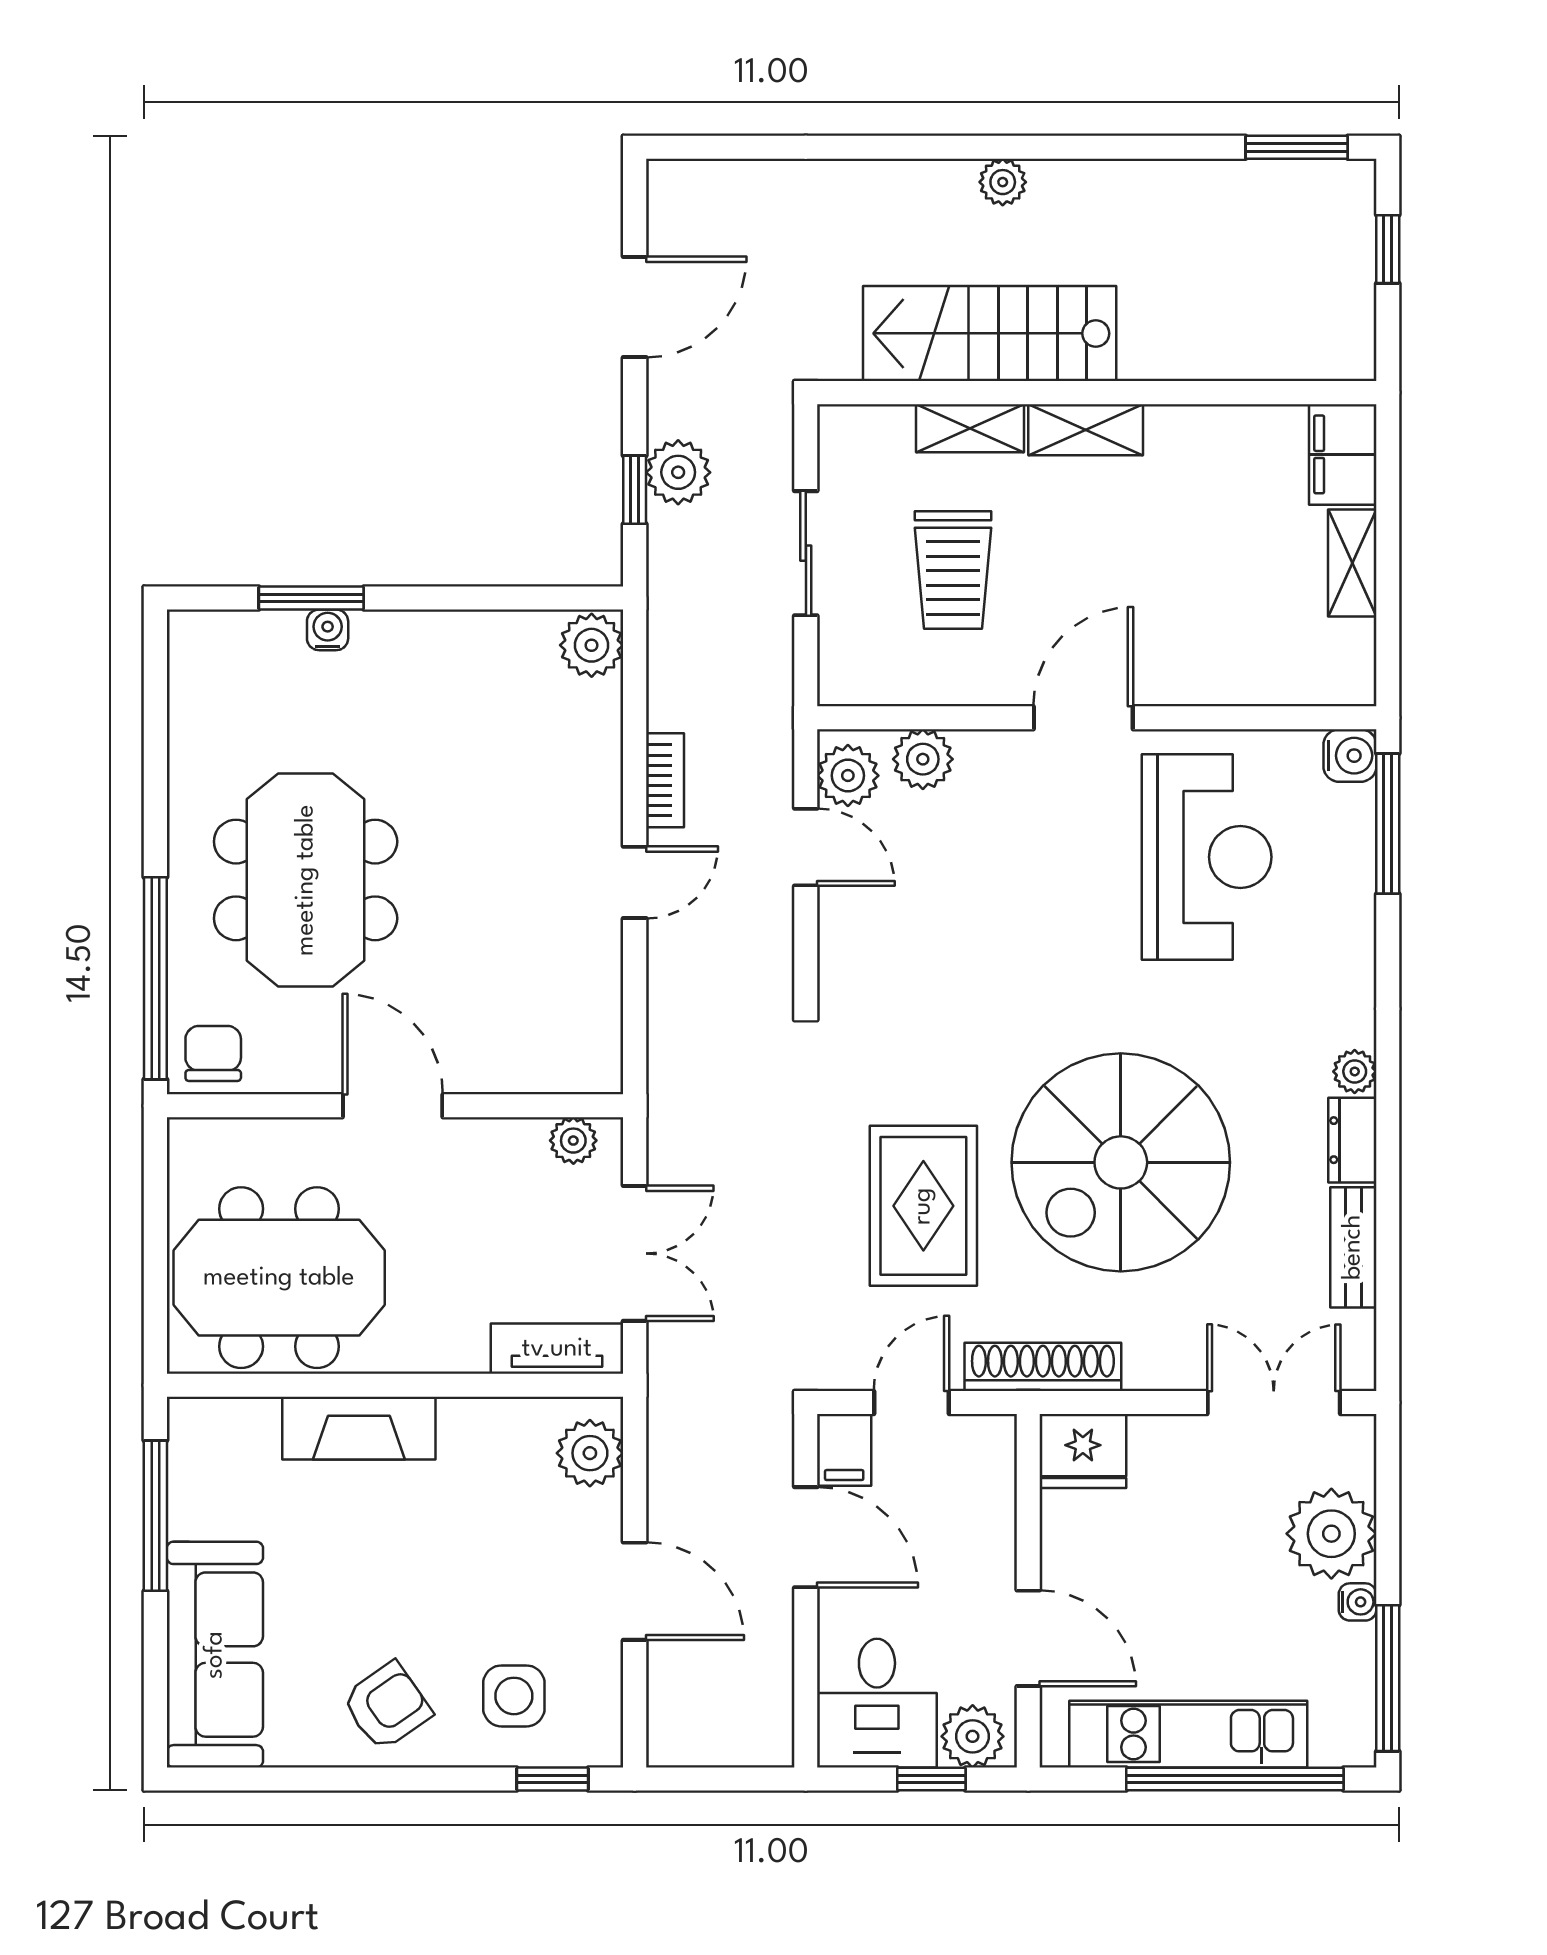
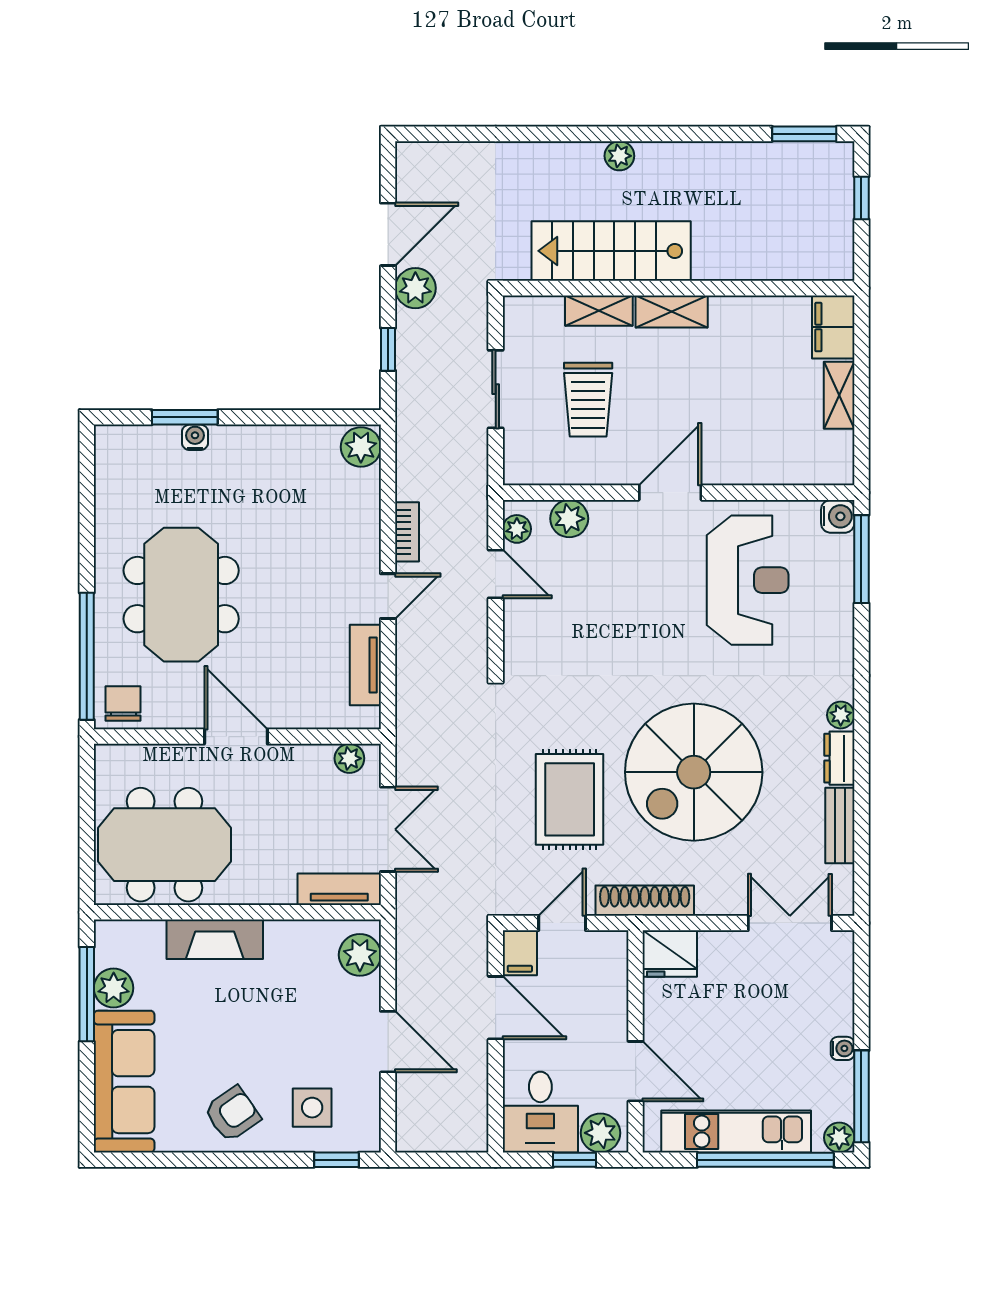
plant: (678, 472) -> (415, 288), moved
plant: (848, 776) -> (517, 529), width x0.73, depth x0.73
tv unit: (599, 992) -> (365, 665), added
plant: (198, 1506) -> (114, 988), added
plant: (1331, 1534) -> (839, 1138), moved, width x0.53, depth x0.53

